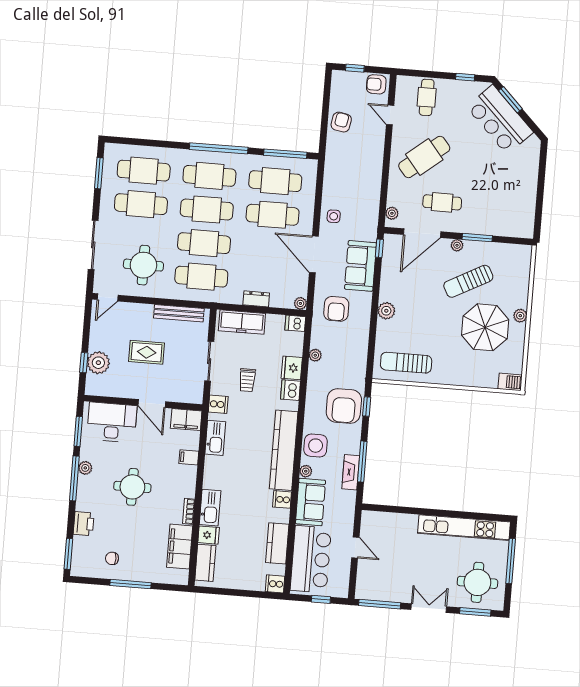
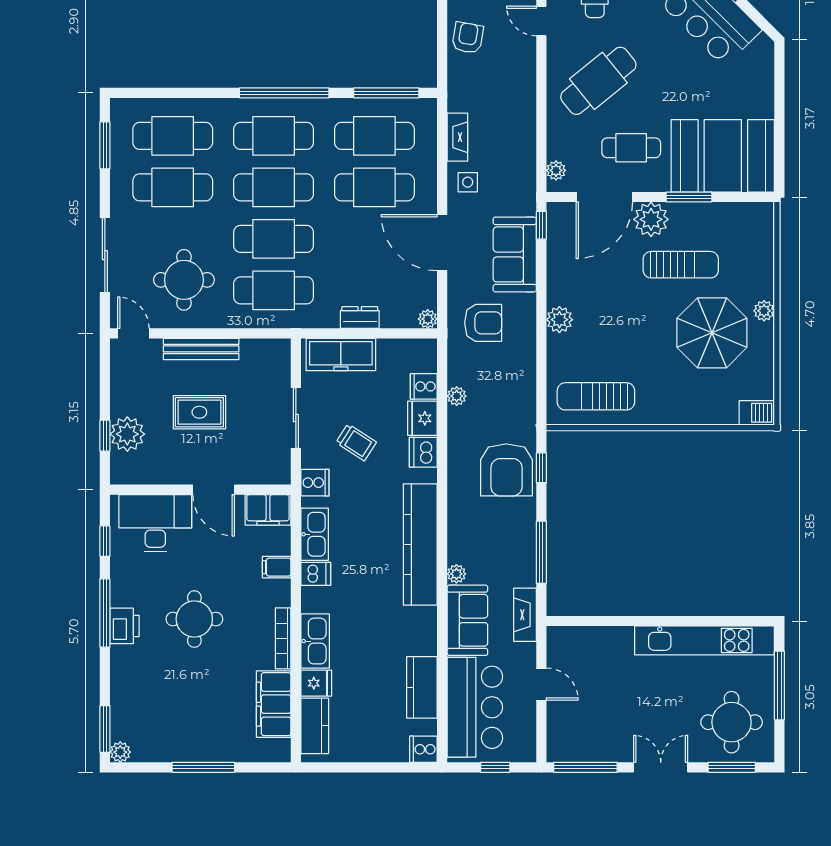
fireplace: (329, 186) -> (457, 137), added
booth: (501, 212) -> (723, 156), added
plant: (457, 245) -> (651, 219), width x1.87, depth x1.87
sun lounger: (468, 281) -> (681, 265), turned -152
door: (108, 297) -> (133, 333), swing flipped
armchair: (336, 309) -> (483, 323), turned -90
bench: (179, 313) -> (201, 349), moved
dishwasher: (295, 323) -> (316, 574), moved, turned 180
trolley: (247, 380) -> (356, 442), turned -57
window: (78, 431) -> (105, 541), width x0.67
side table: (316, 446) -> (468, 534), removed
plant: (85, 468) -> (120, 752), moved
fireplace: (351, 472) -> (525, 615), moved
cooker: (282, 499) -> (424, 386), moved
bookcase: (189, 511) -> (283, 638), width x1.56
printer: (84, 524) -> (125, 626), moved
chair: (112, 558) -> (172, 730), removed

